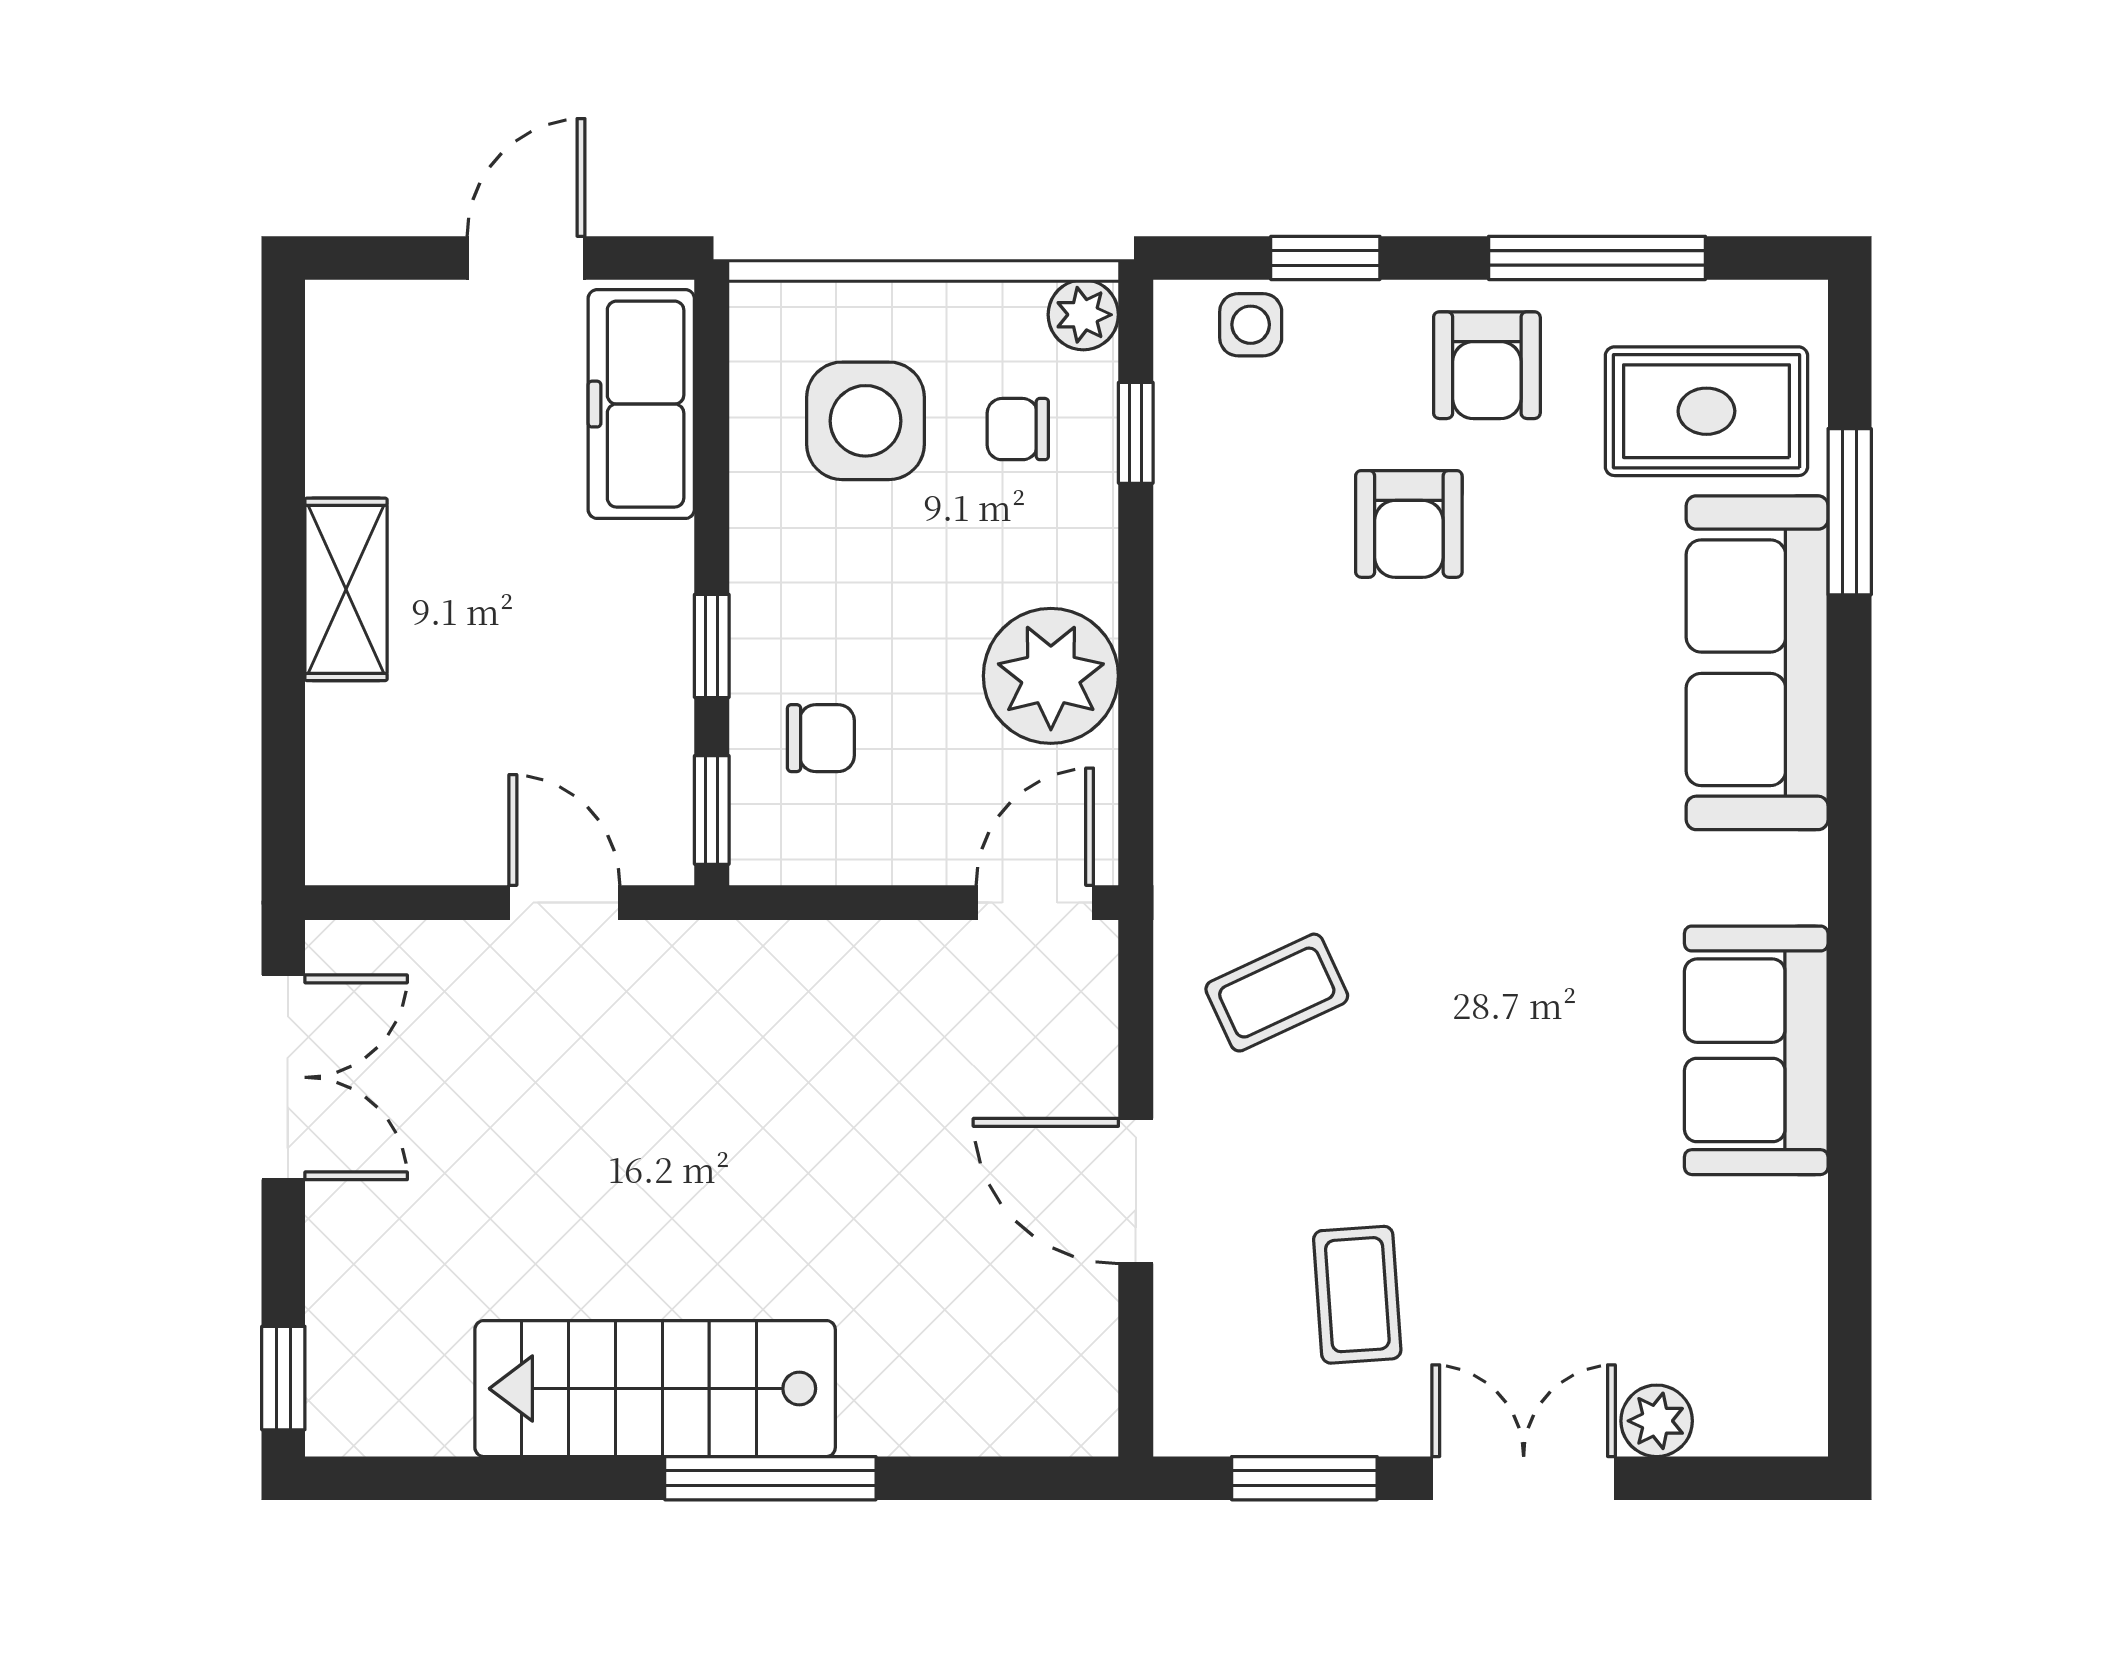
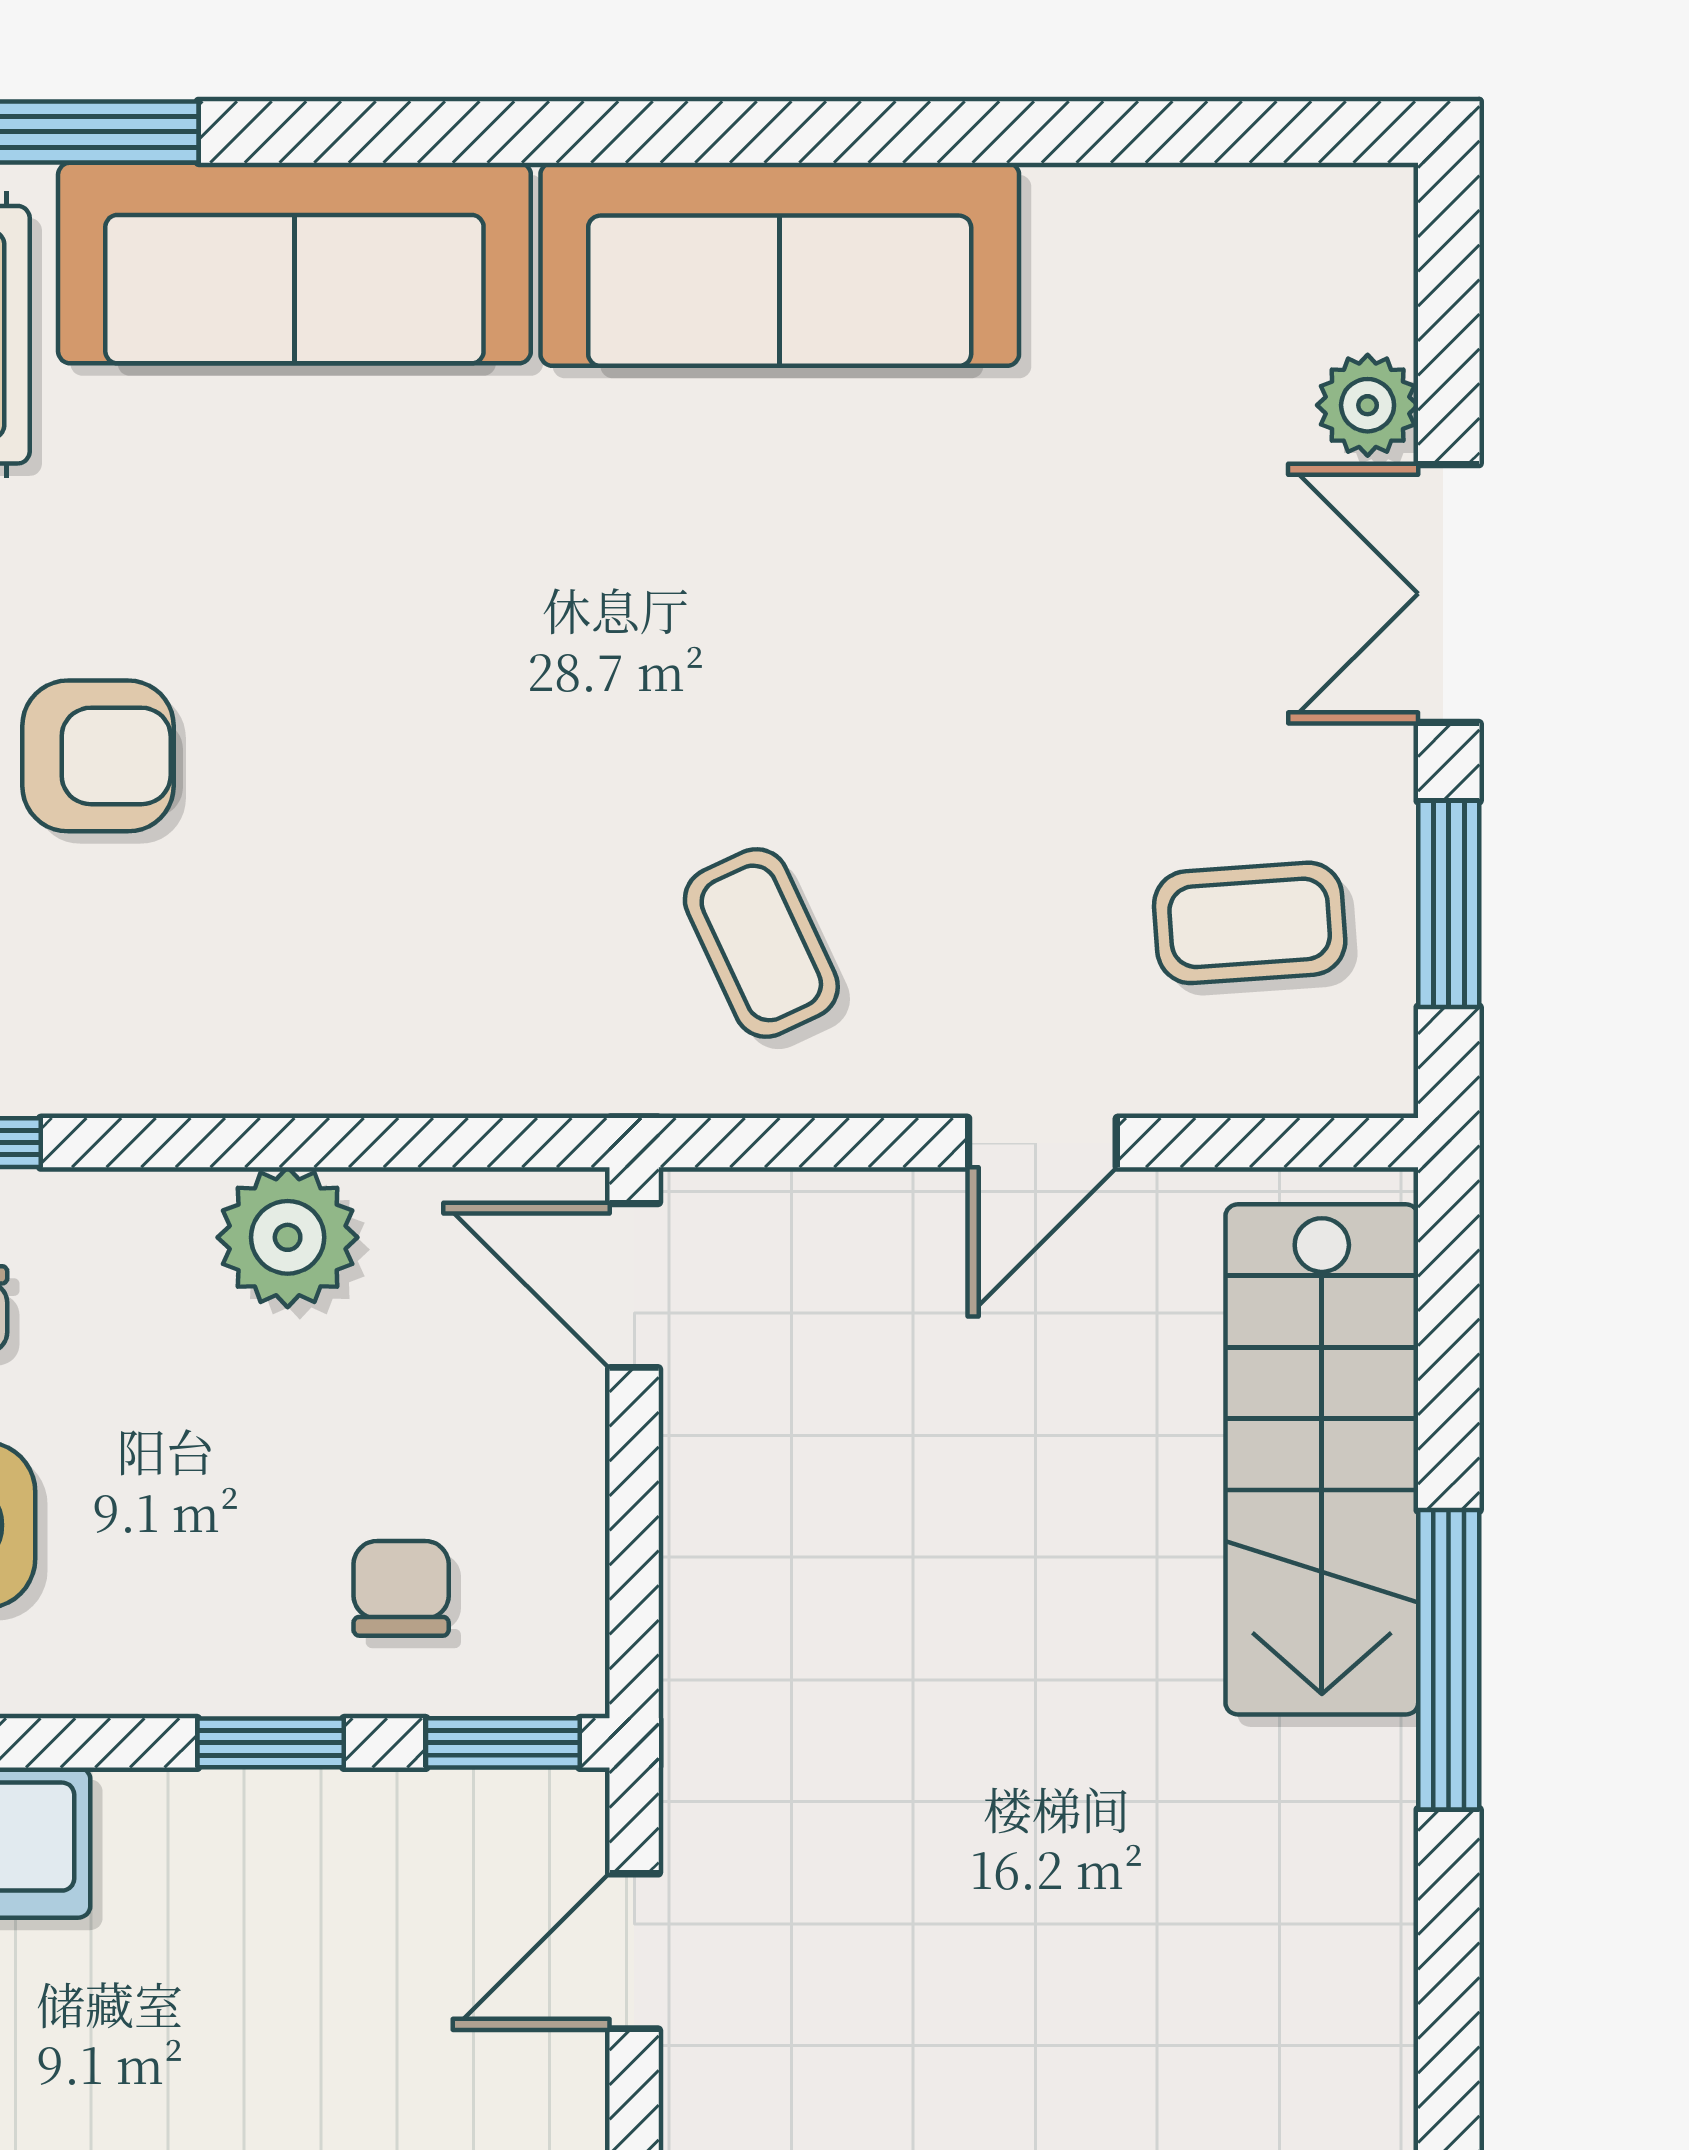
plant: (1051, 676) -> (288, 1237), width x0.73, depth x0.73
sofa: (1756, 1050) -> (780, 264), width x1.36
door: (1136, 1191) -> (1042, 1143), width x0.73
coffee table: (1357, 1295) -> (1250, 923), moved
stairs: (655, 1389) -> (1322, 1459), moved

